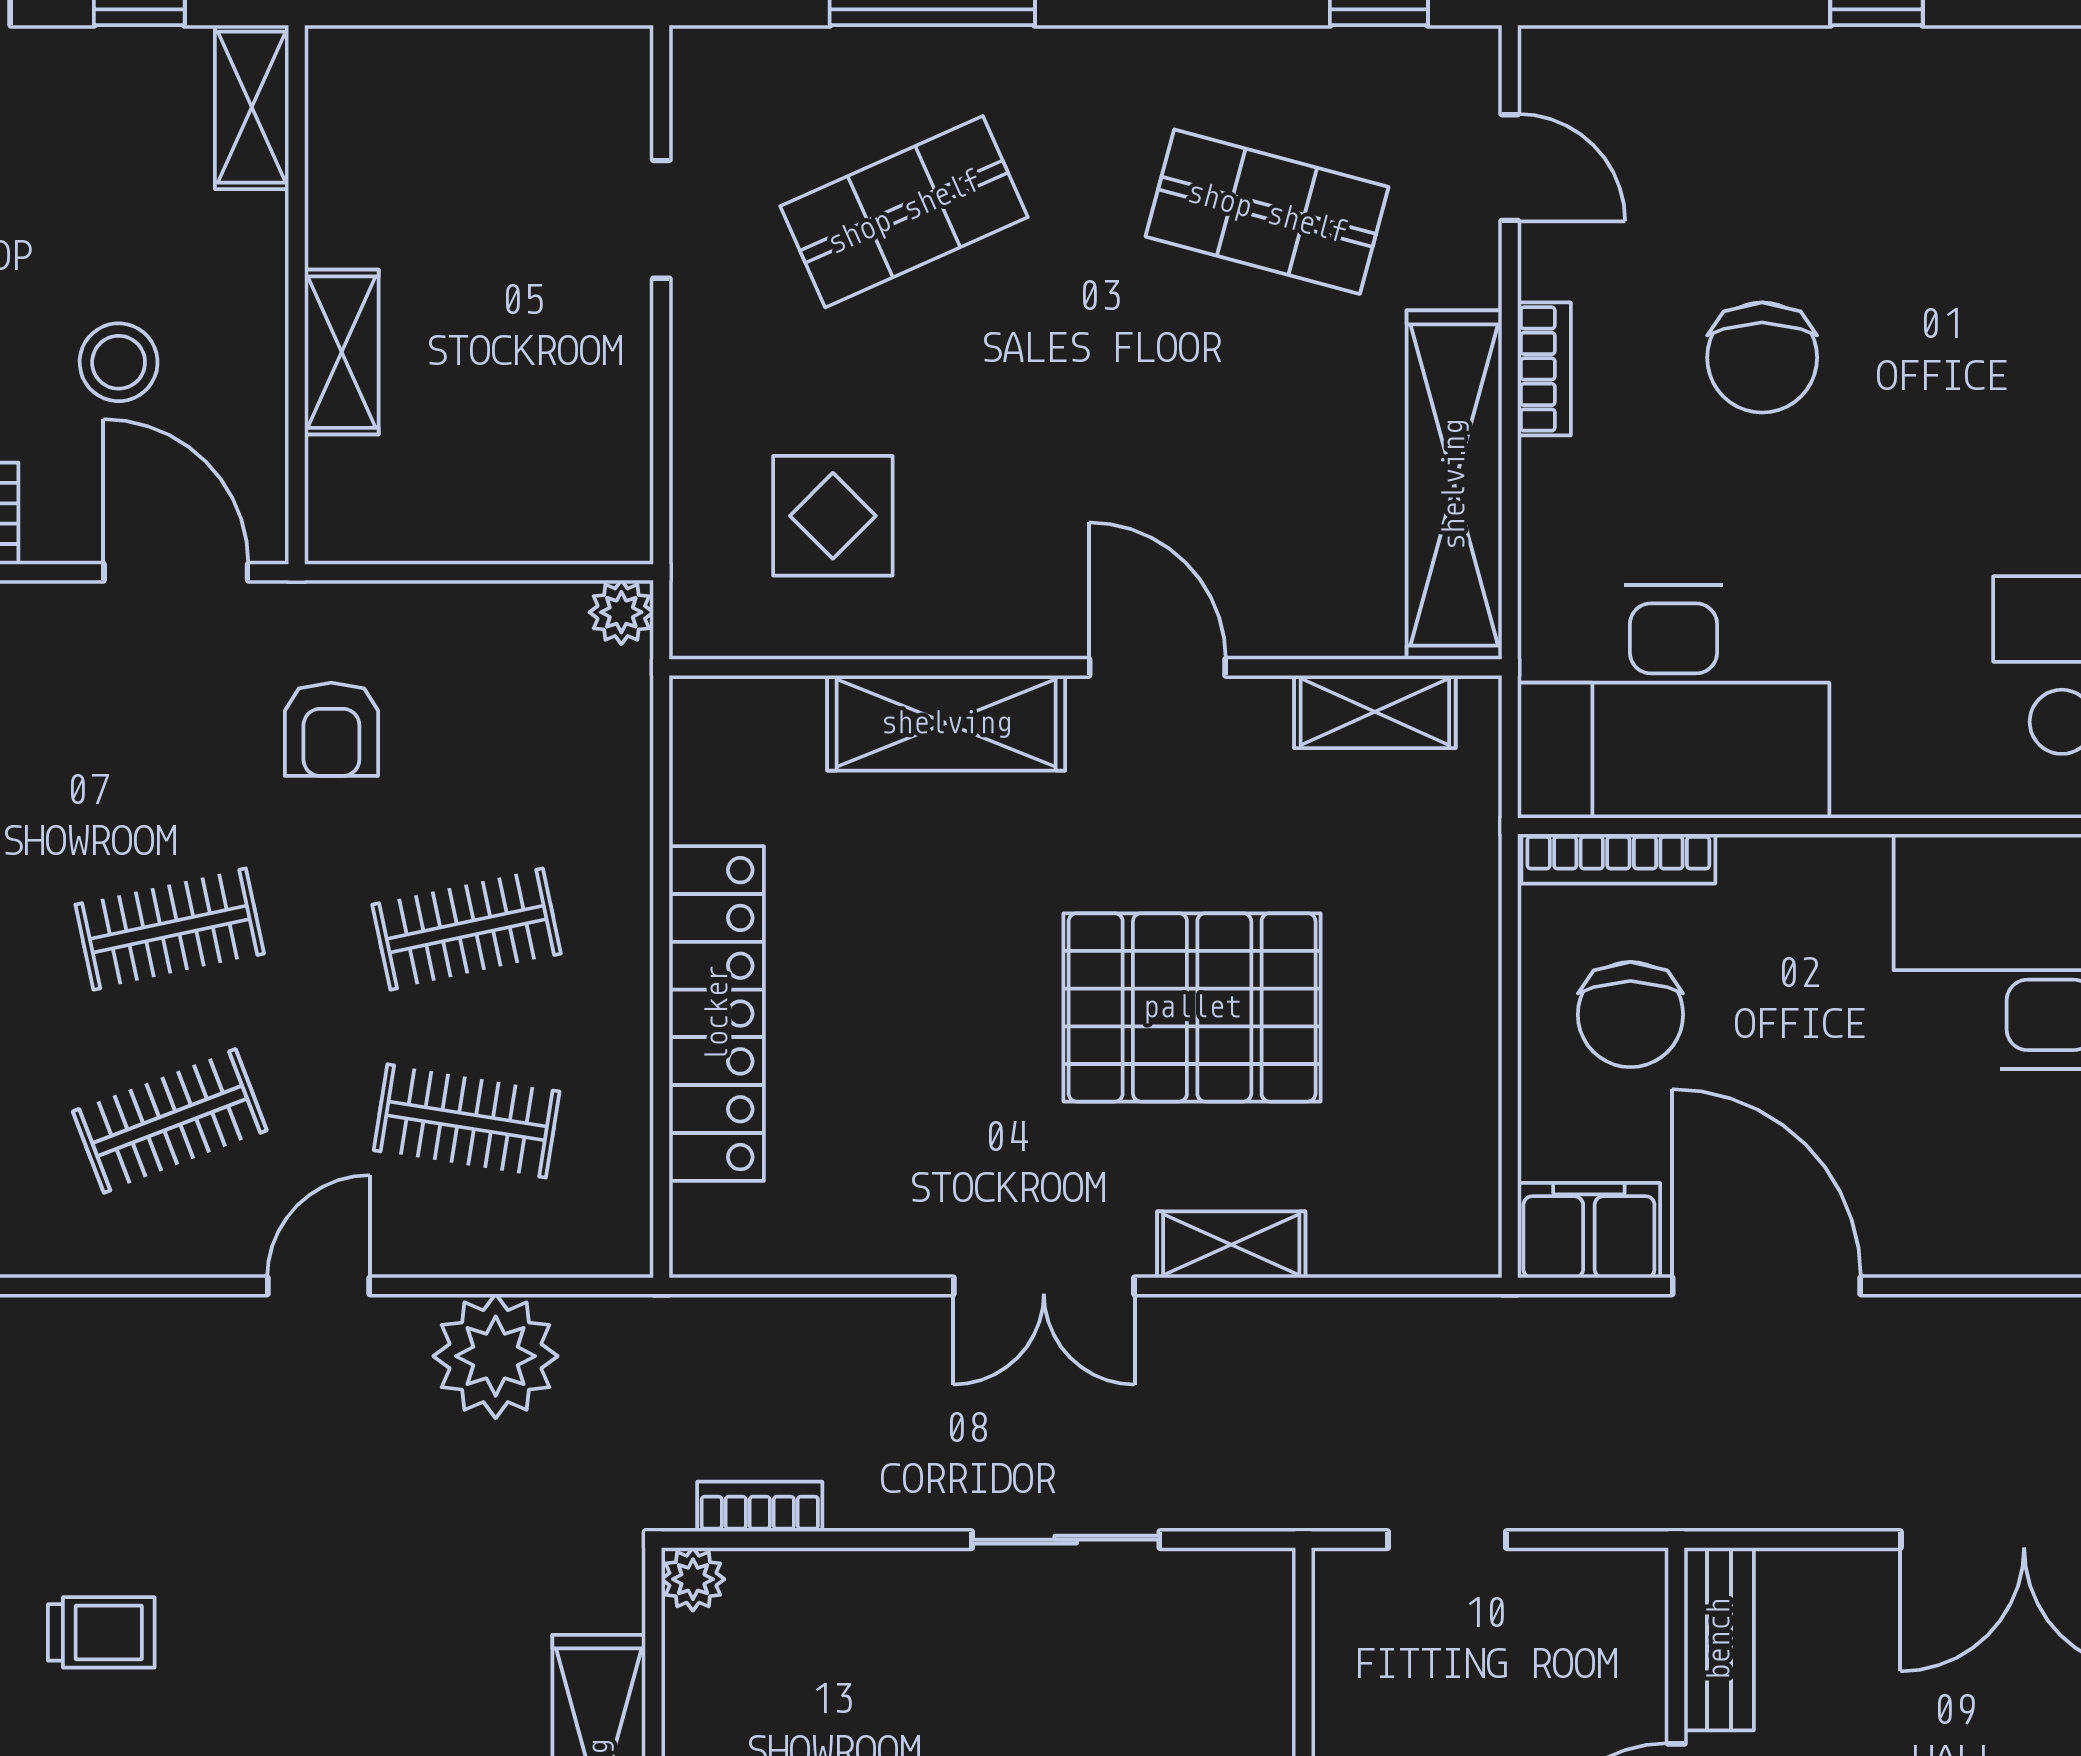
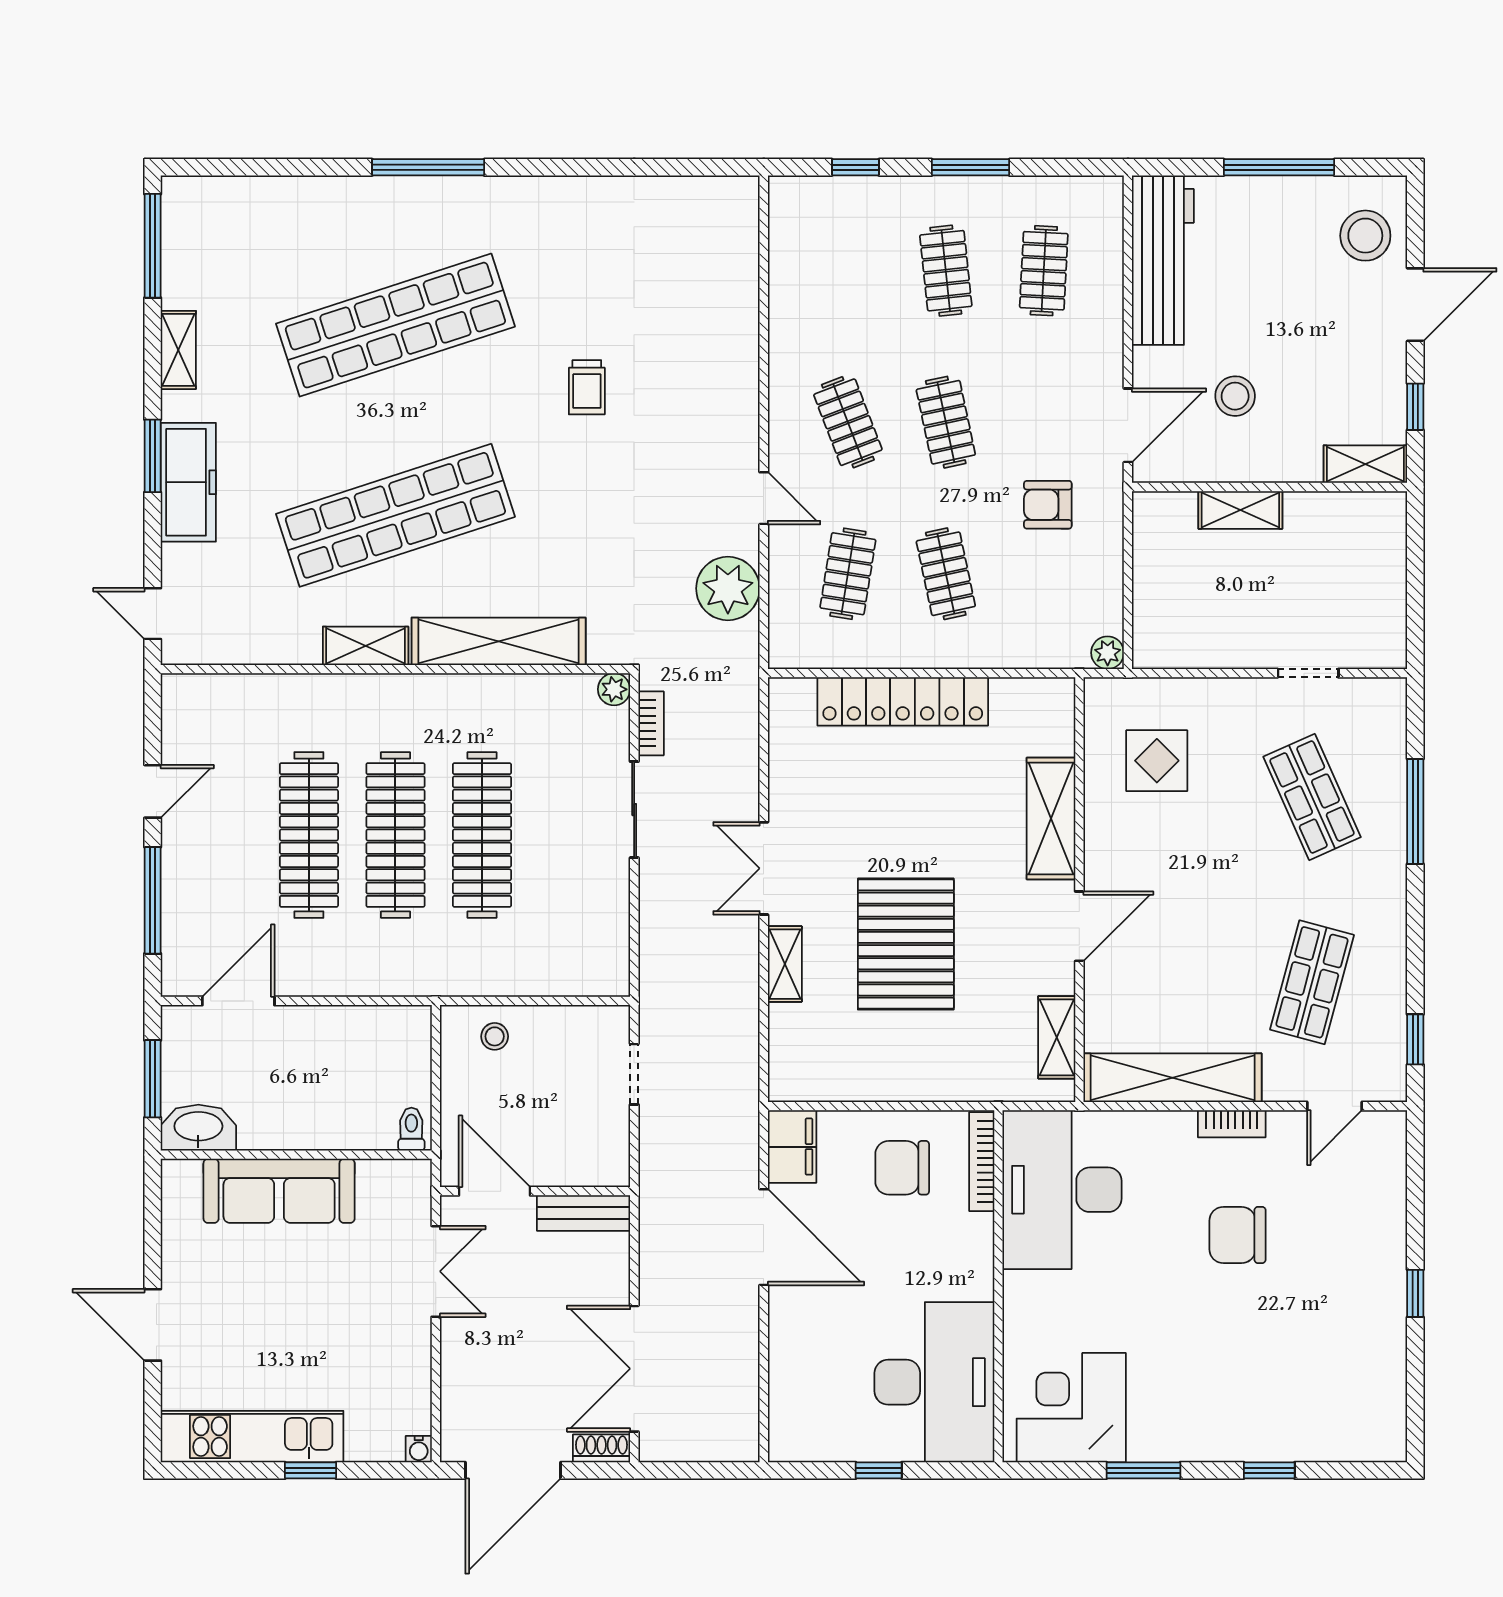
door: (1766, 1286) -> (764, 1237), hinge flipped
sliding door: (1066, 1540) -> (634, 810), moved

